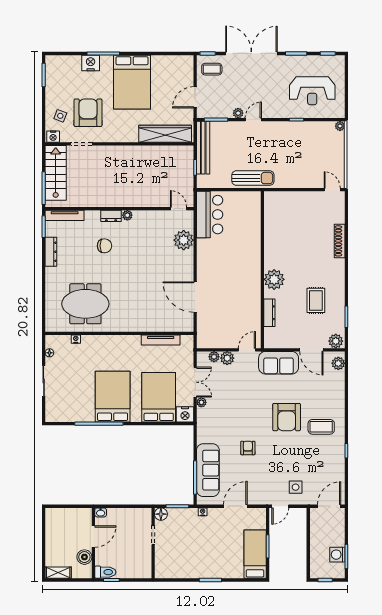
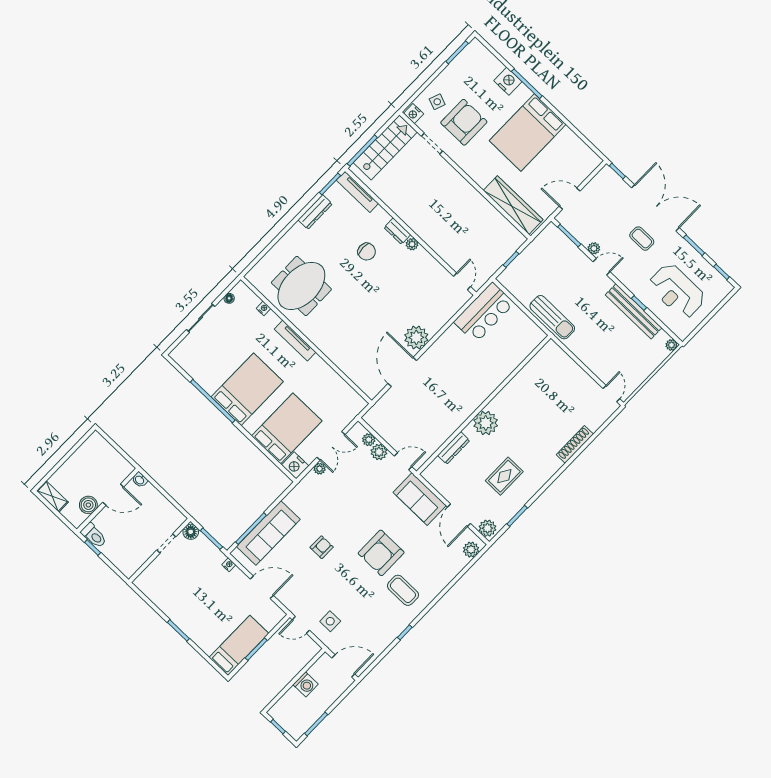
coffee table: (212, 69) -> (642, 239), moved
bench: (203, 148) -> (634, 311), moved, turned 90
plant: (184, 240) -> (416, 337), moved
meeting table: (85, 304) -> (301, 286), turned 90
tv unit: (161, 340) -> (295, 341), moved
washing machine: (337, 555) -> (306, 684), moved, turned 180

